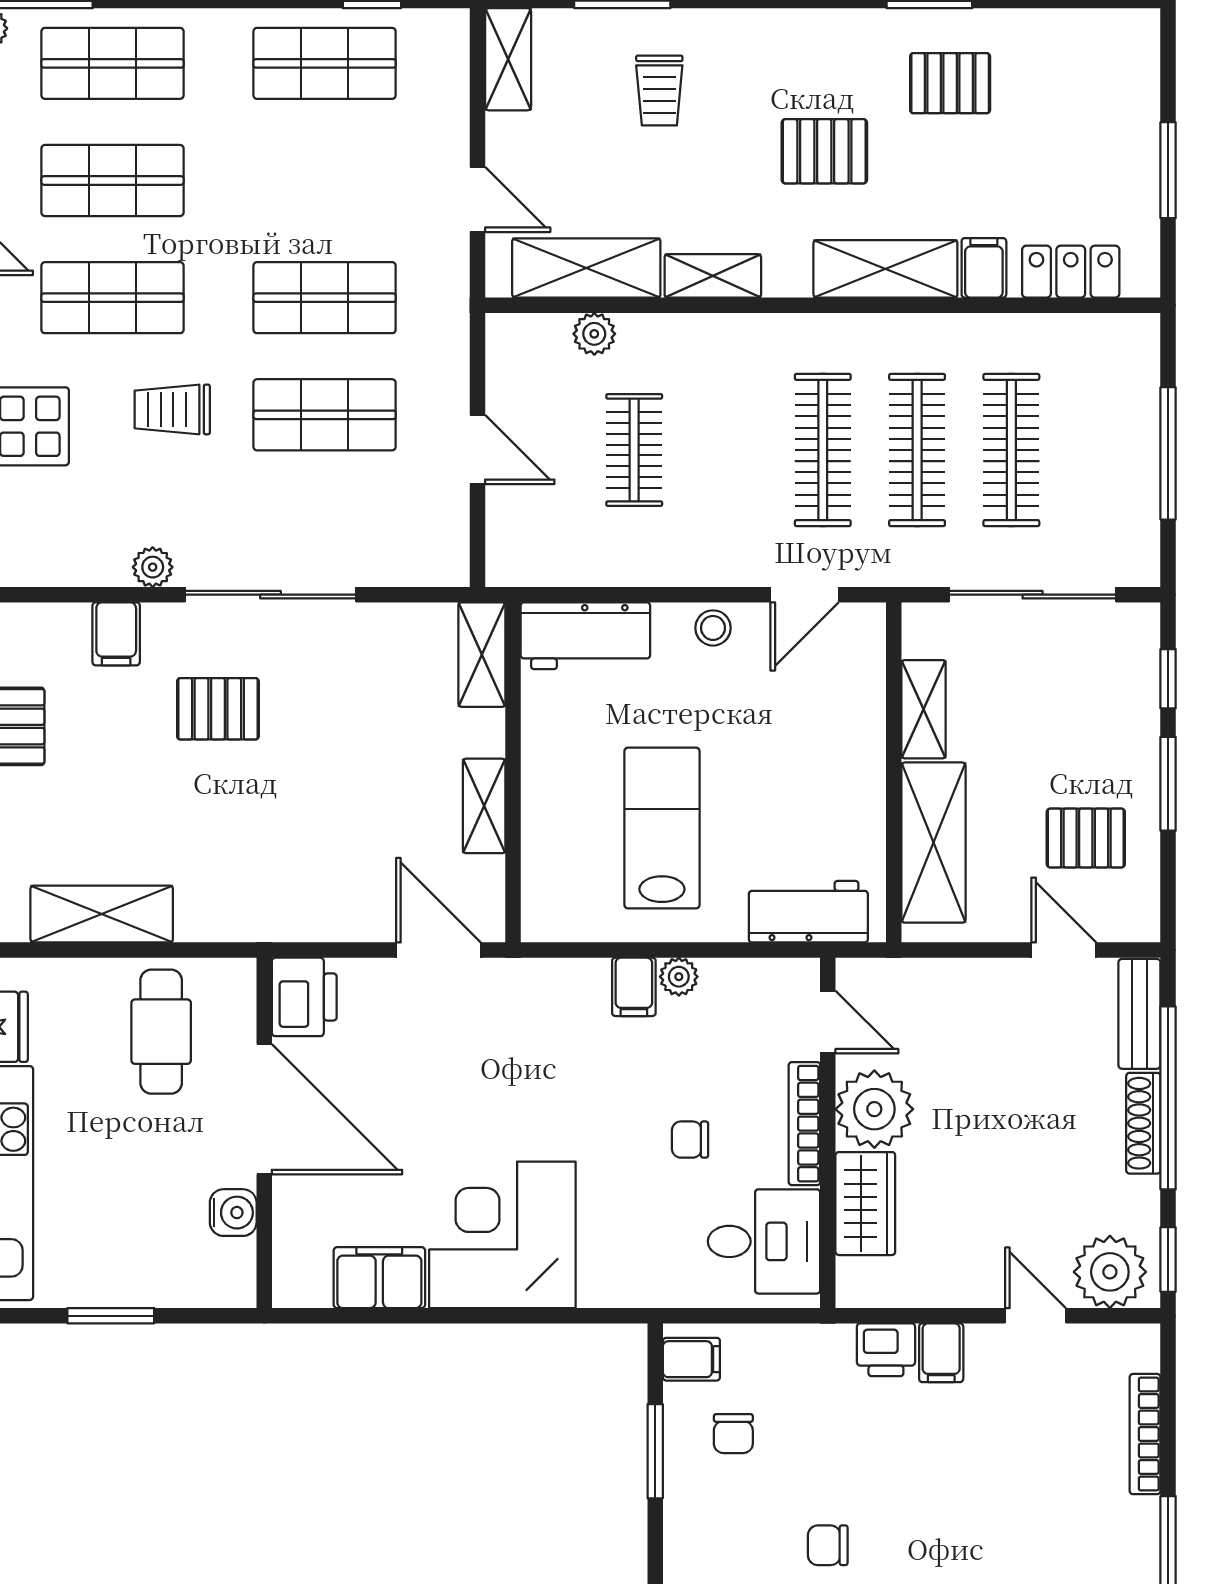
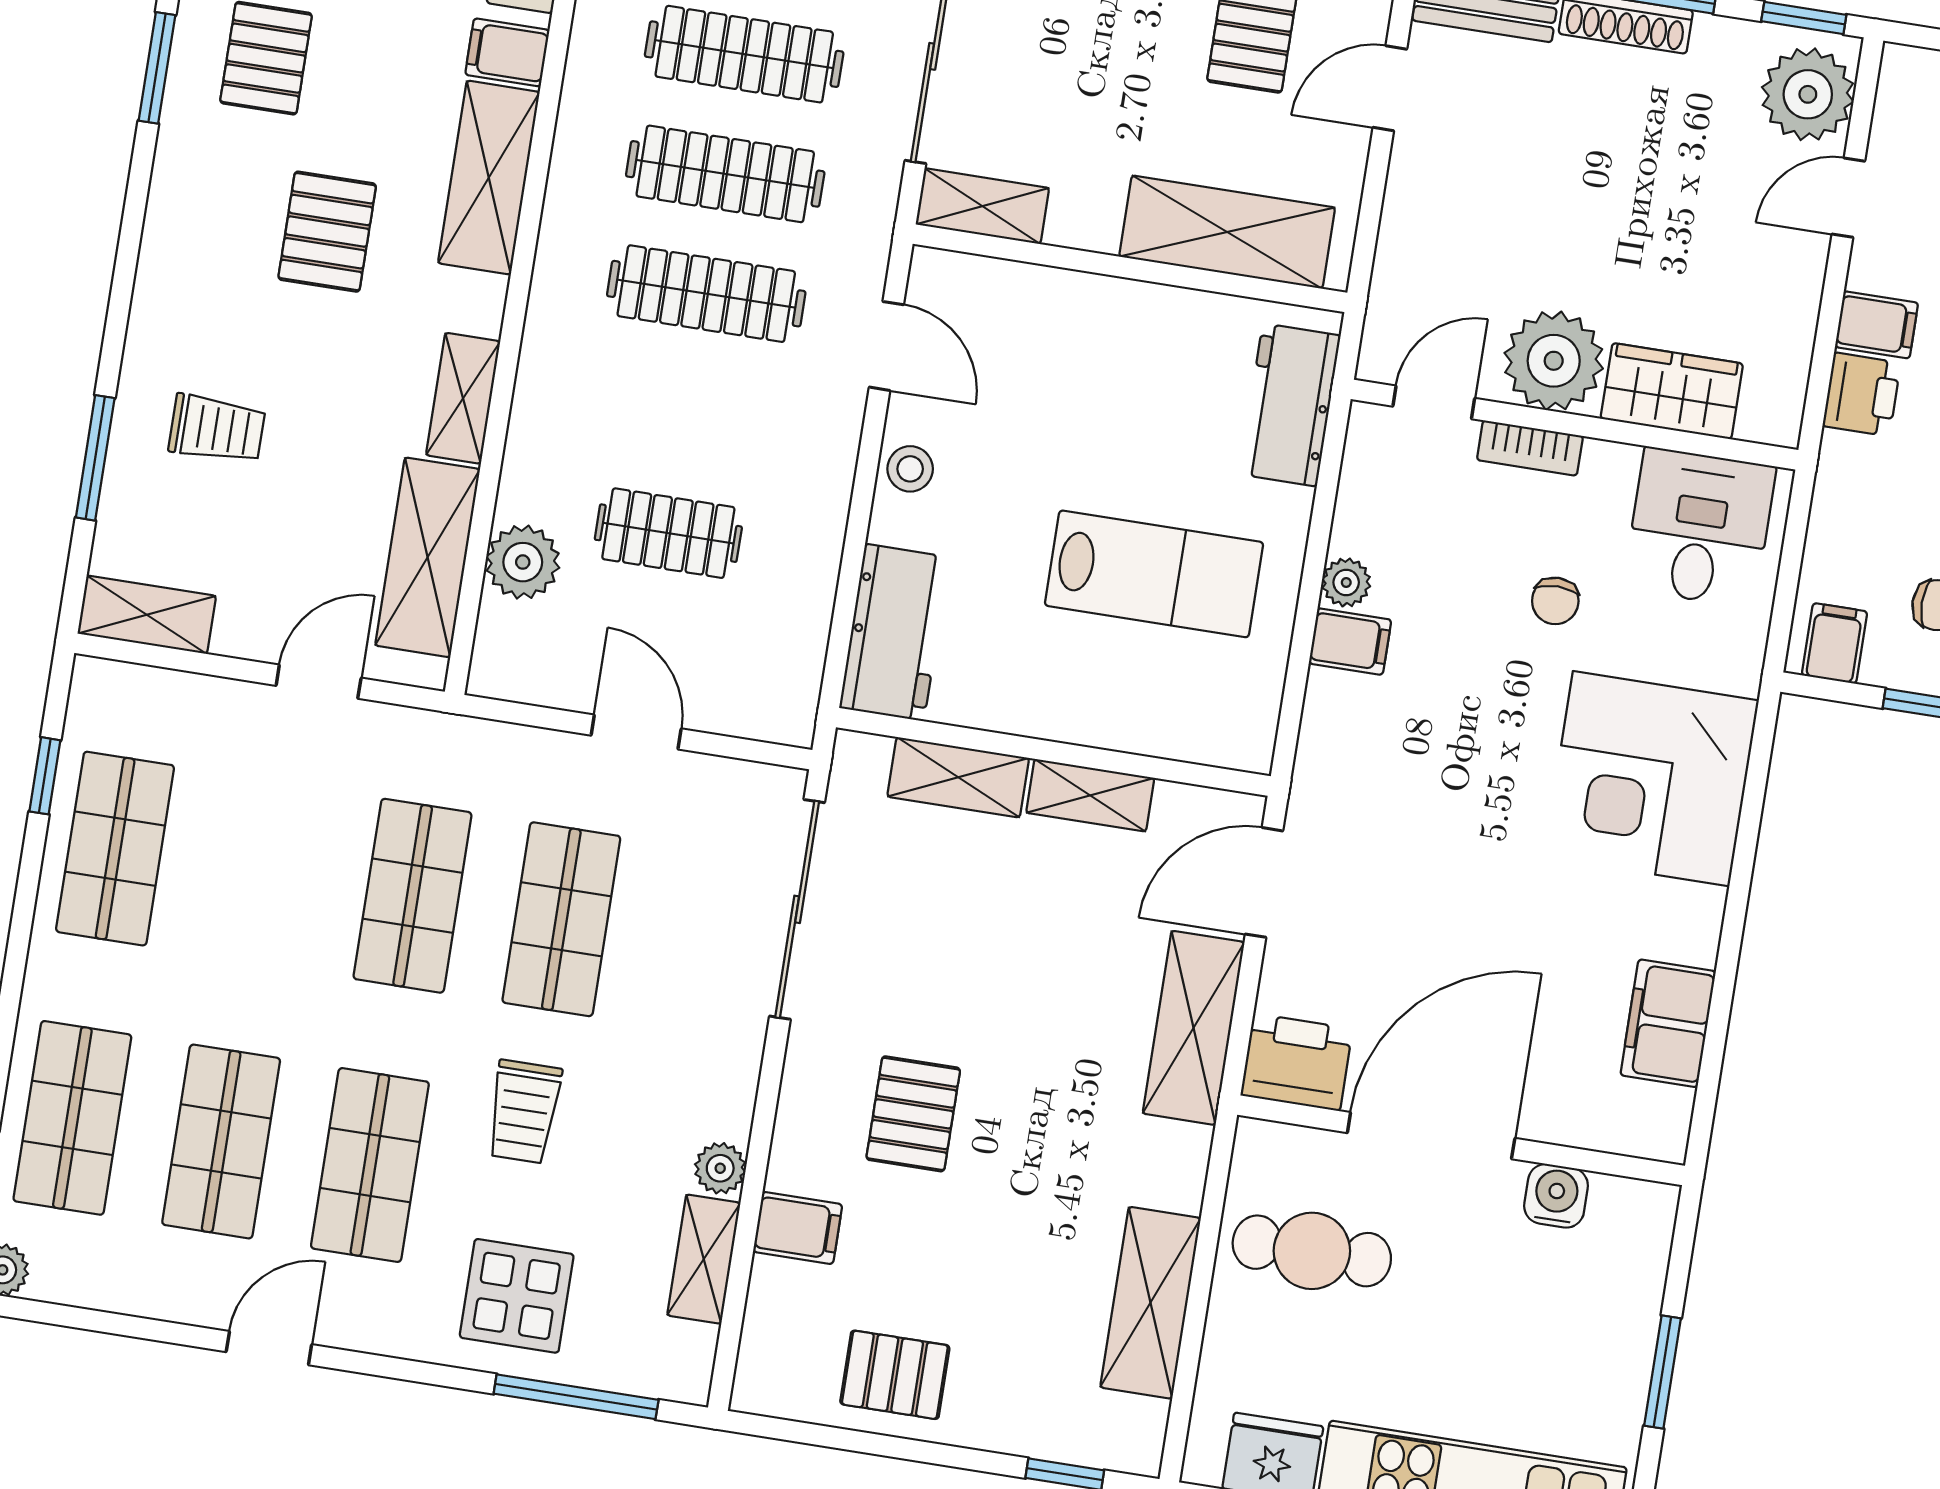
plant: (594, 334) -> (523, 562), width x1.38, depth x1.38
door: (477, 449) -> (636, 732), hinge flipped
shelving: (81, 566) -> (704, 1259), added
sliding door: (271, 595) -> (797, 909), moved
shelving: (482, 655) -> (958, 777), moved
shelving: (924, 709) -> (982, 206), moved
lab bench: (662, 828) -> (1154, 574), turned 180
shelving: (318, 914) -> (1194, 1028), added
bookcase: (804, 1124) -> (1530, 448), width x0.64
corner desk: (502, 1235) -> (1651, 779), moved

